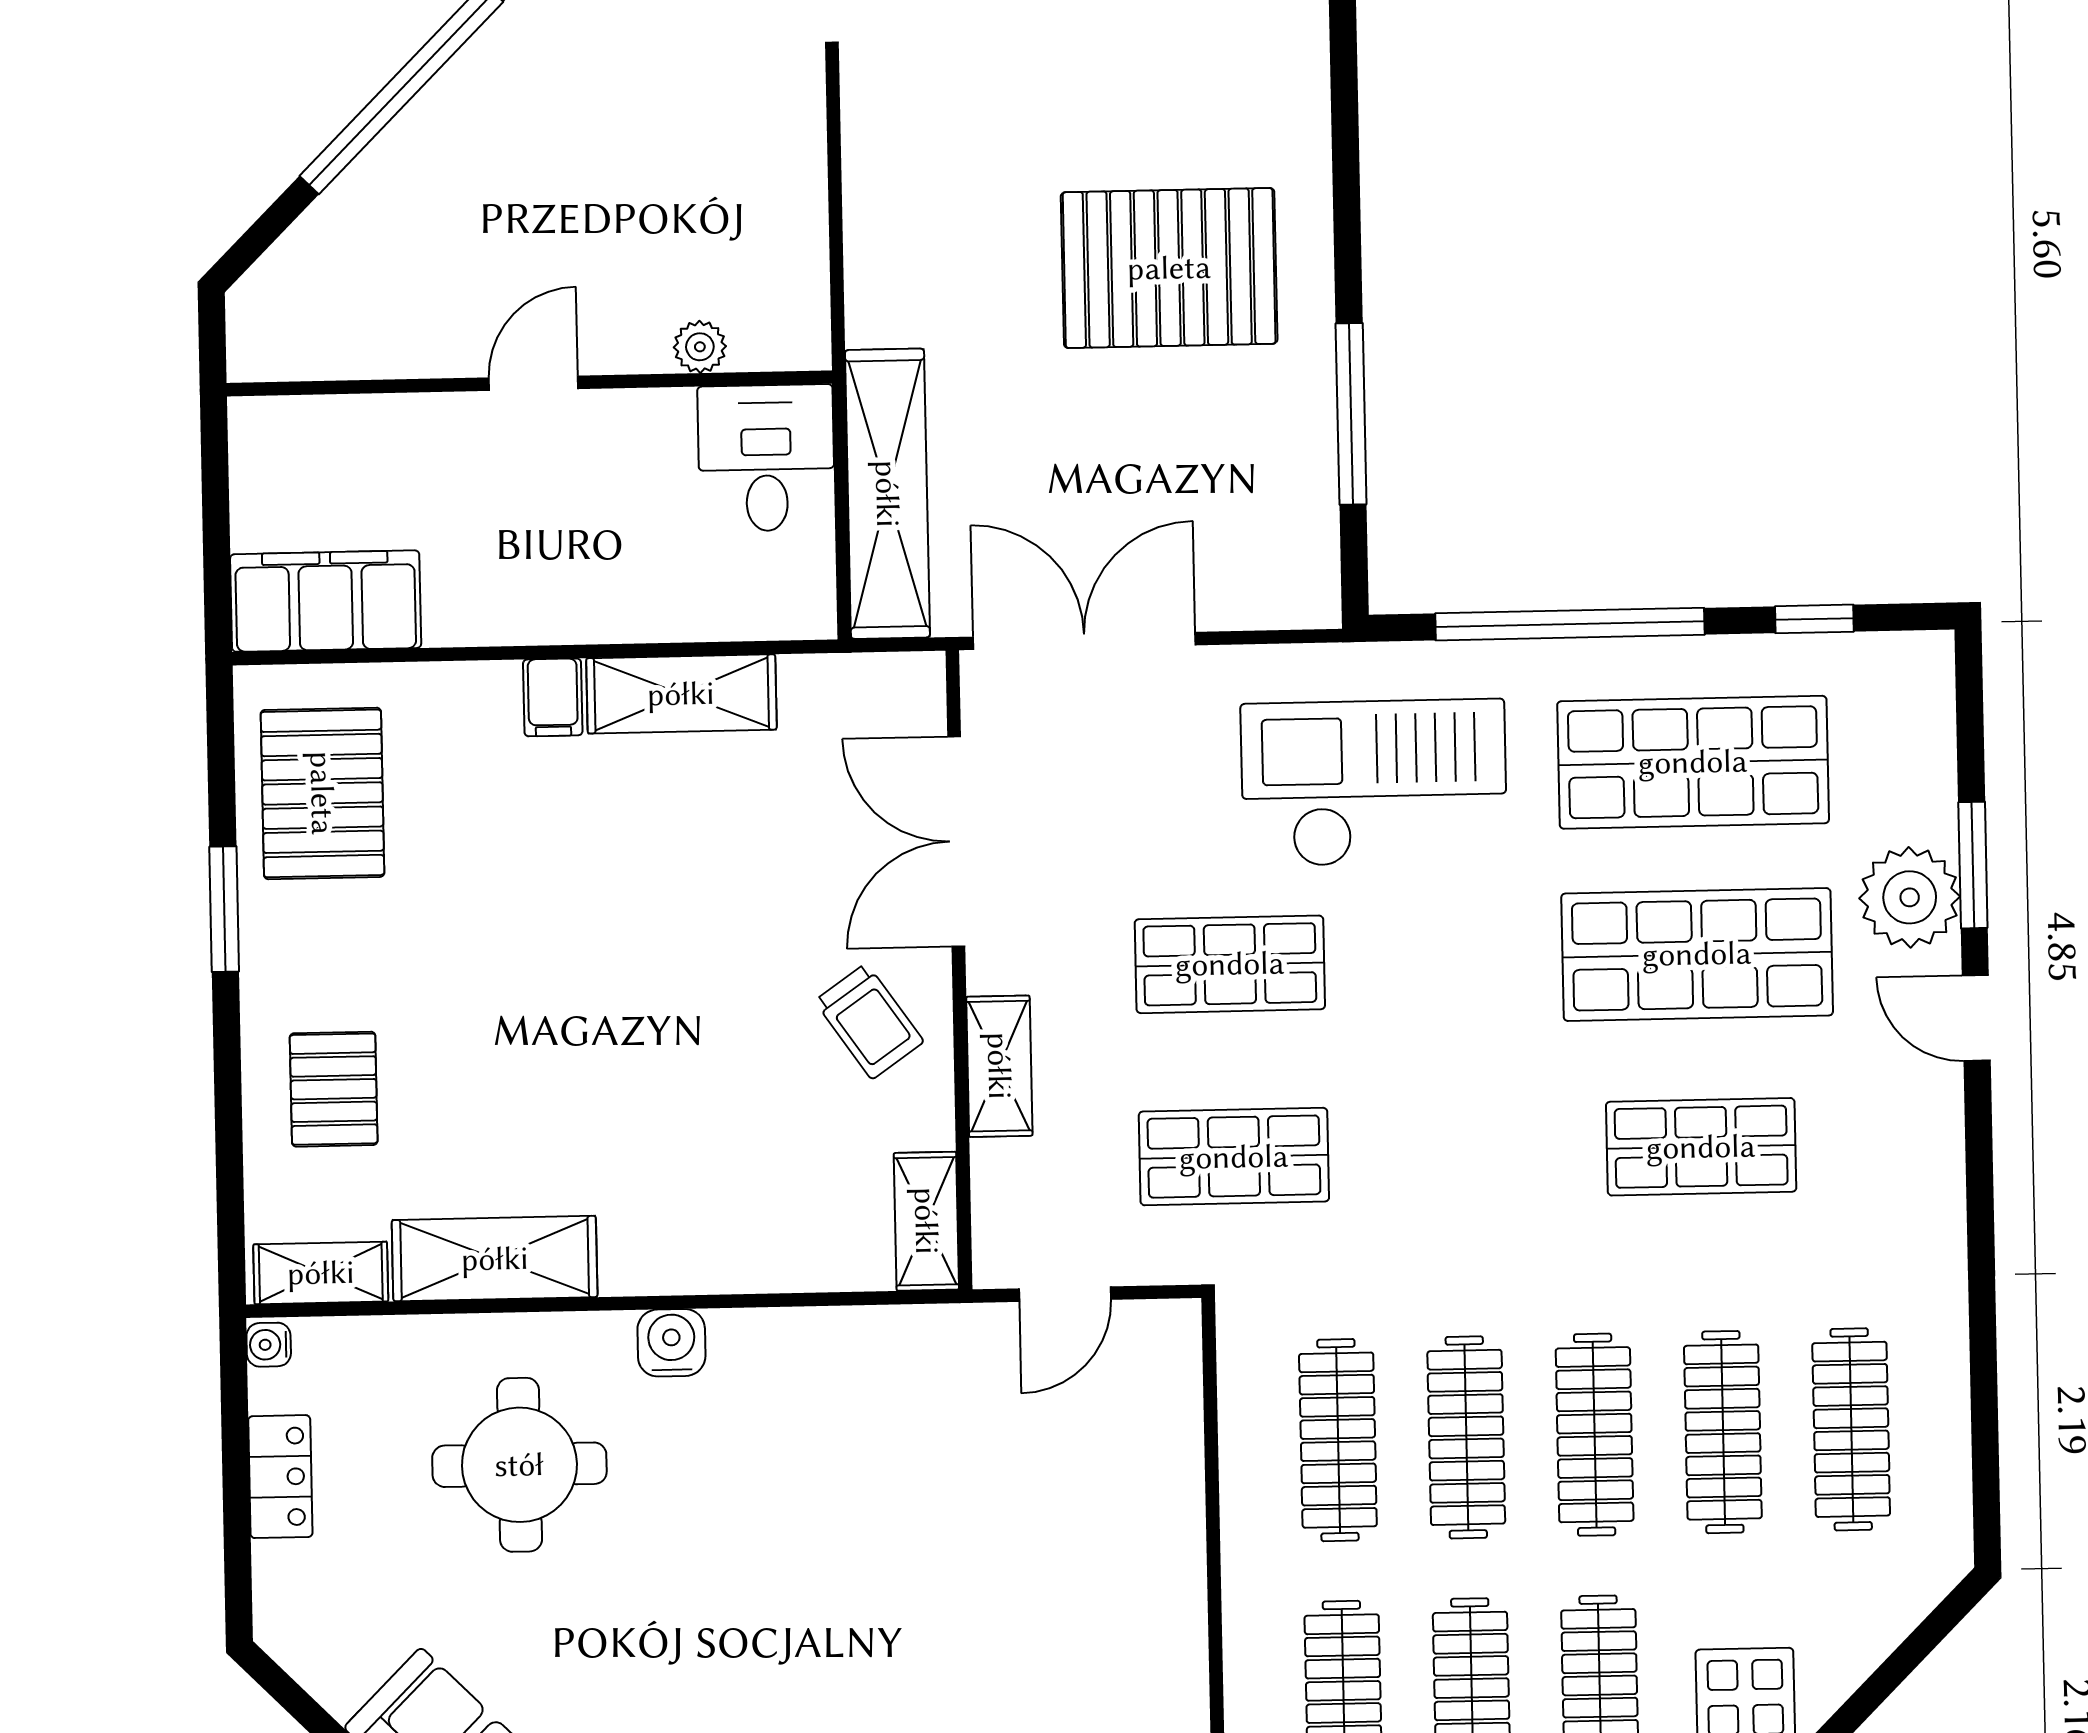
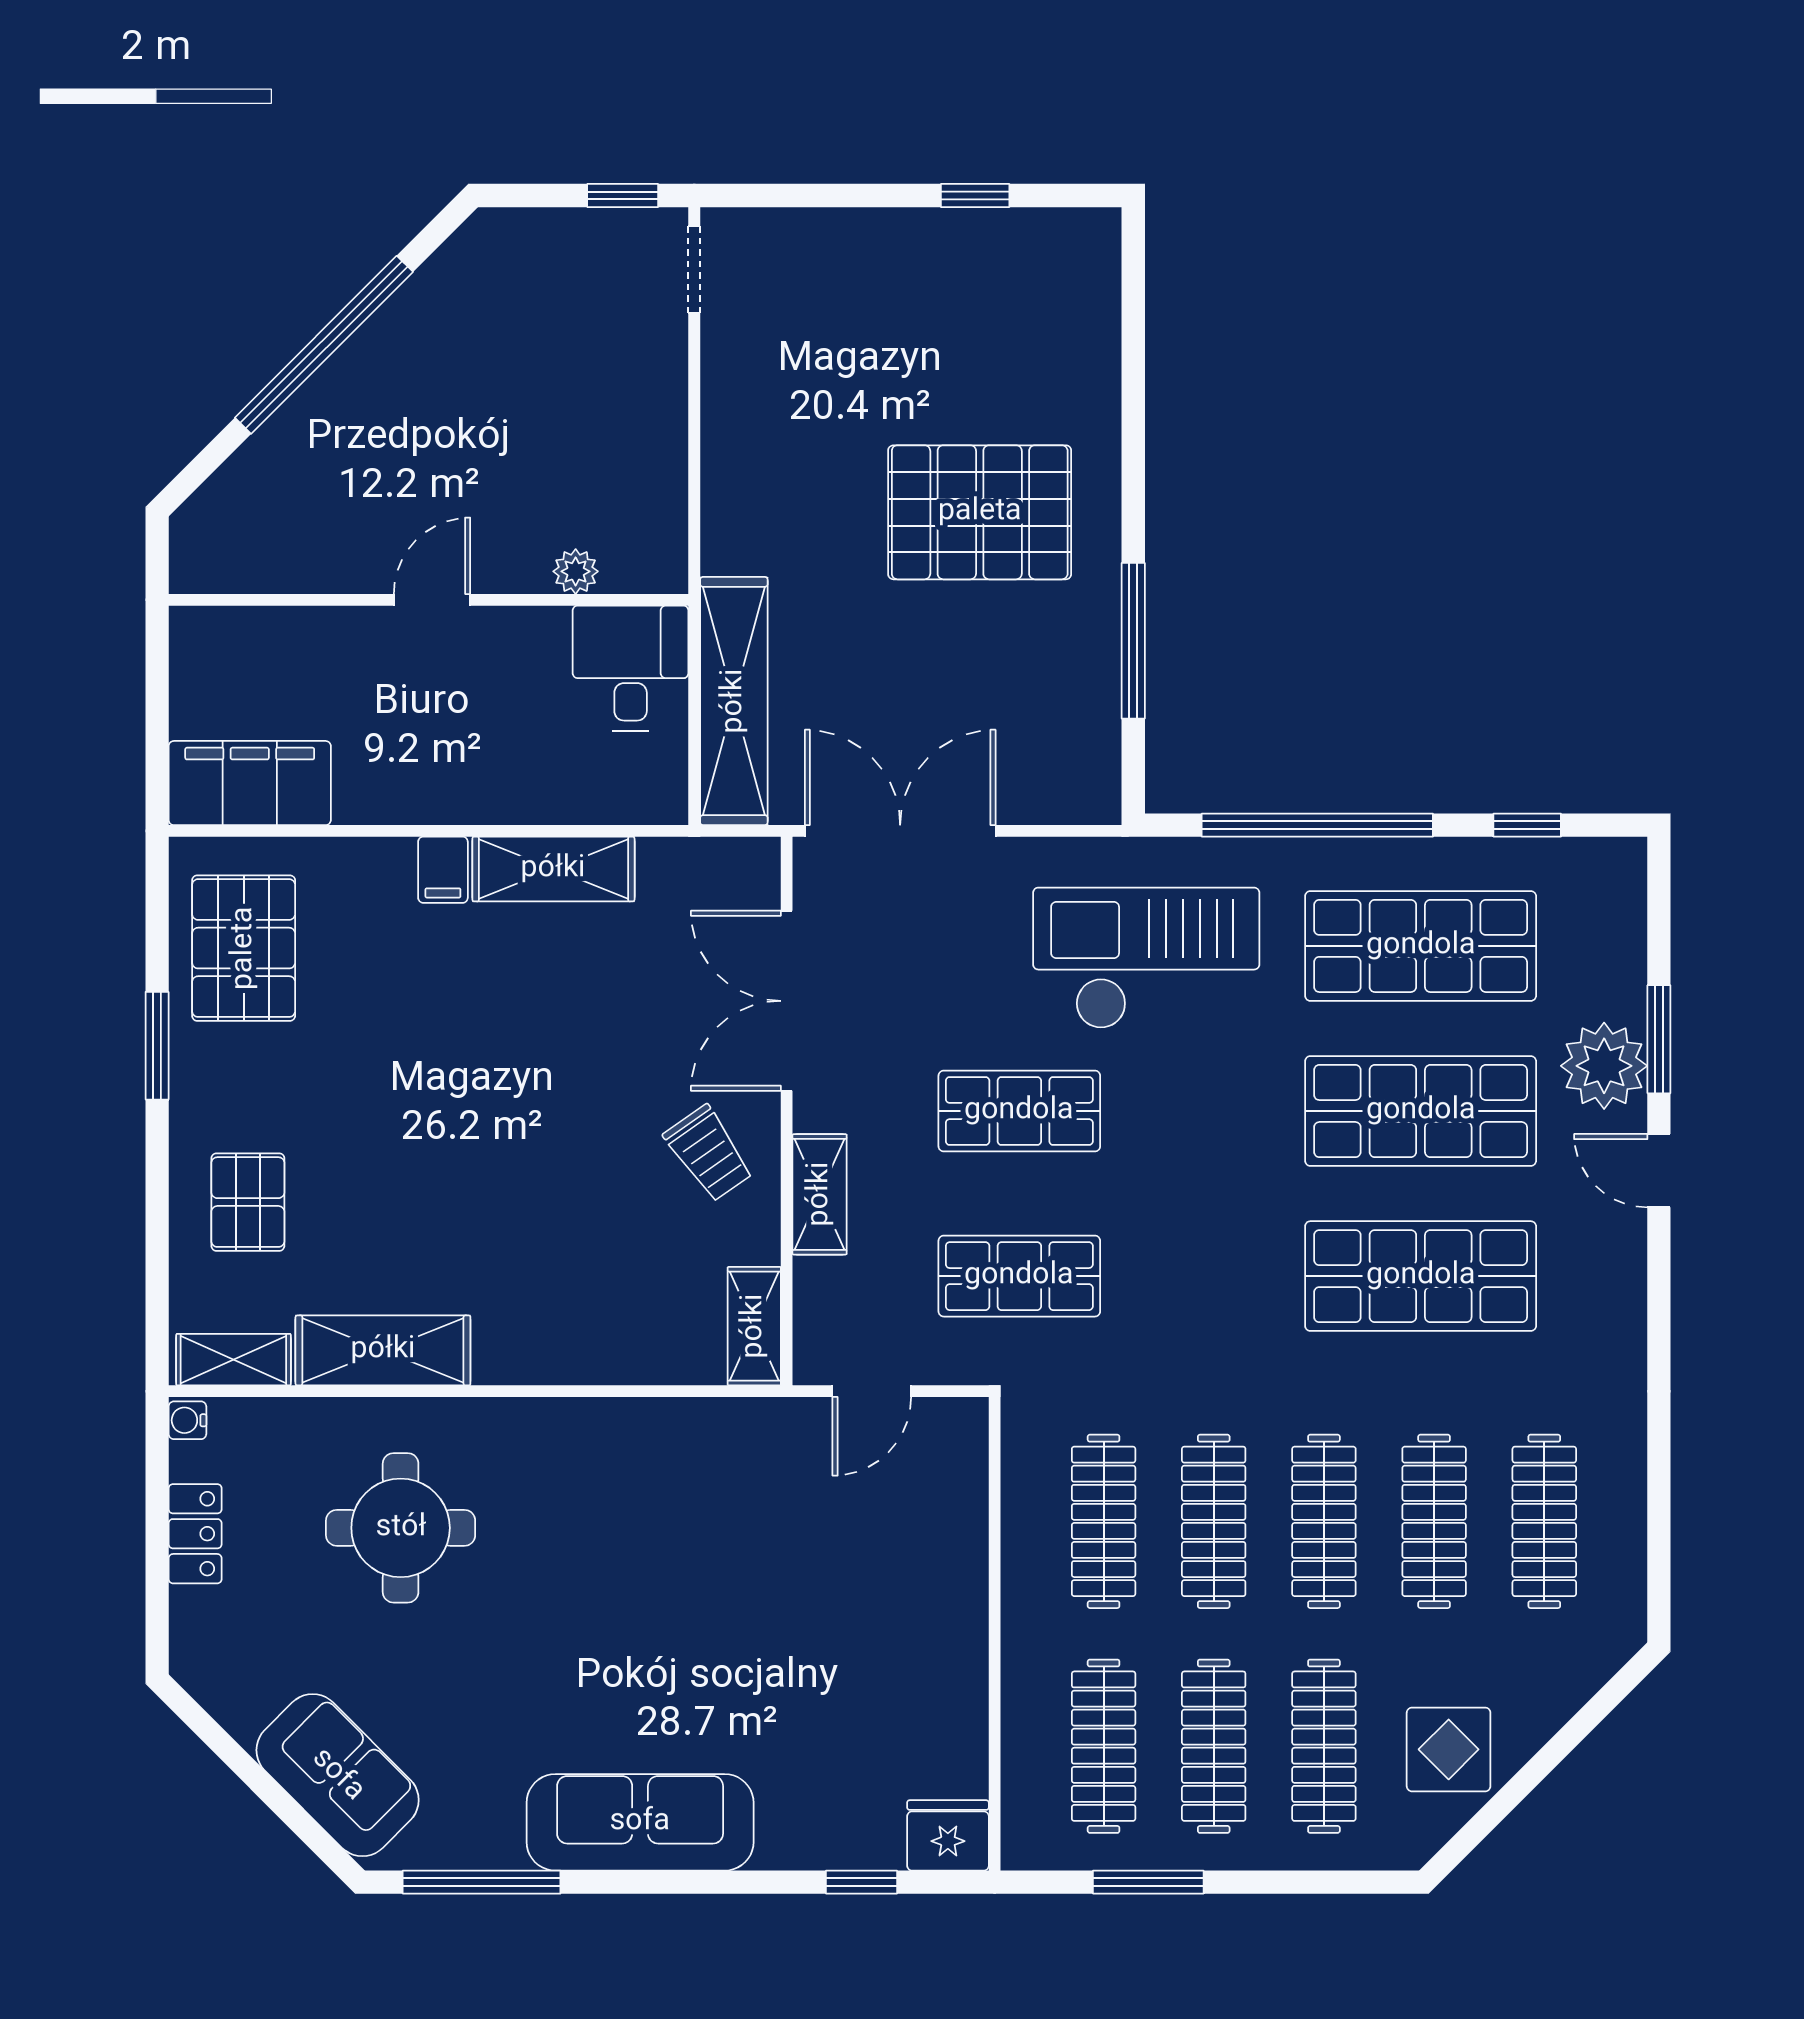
shop shelf: (1701, 1147) -> (1421, 1276), width x1.43, depth x1.36
water cooler: (671, 1343) -> (533, 1426), removed

